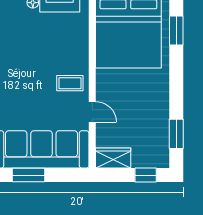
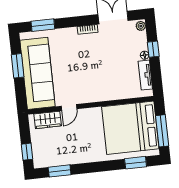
coffee table: (70, 83) -> (88, 89), removed
wardrobe: (113, 158) -> (48, 120), moved, turned 90

